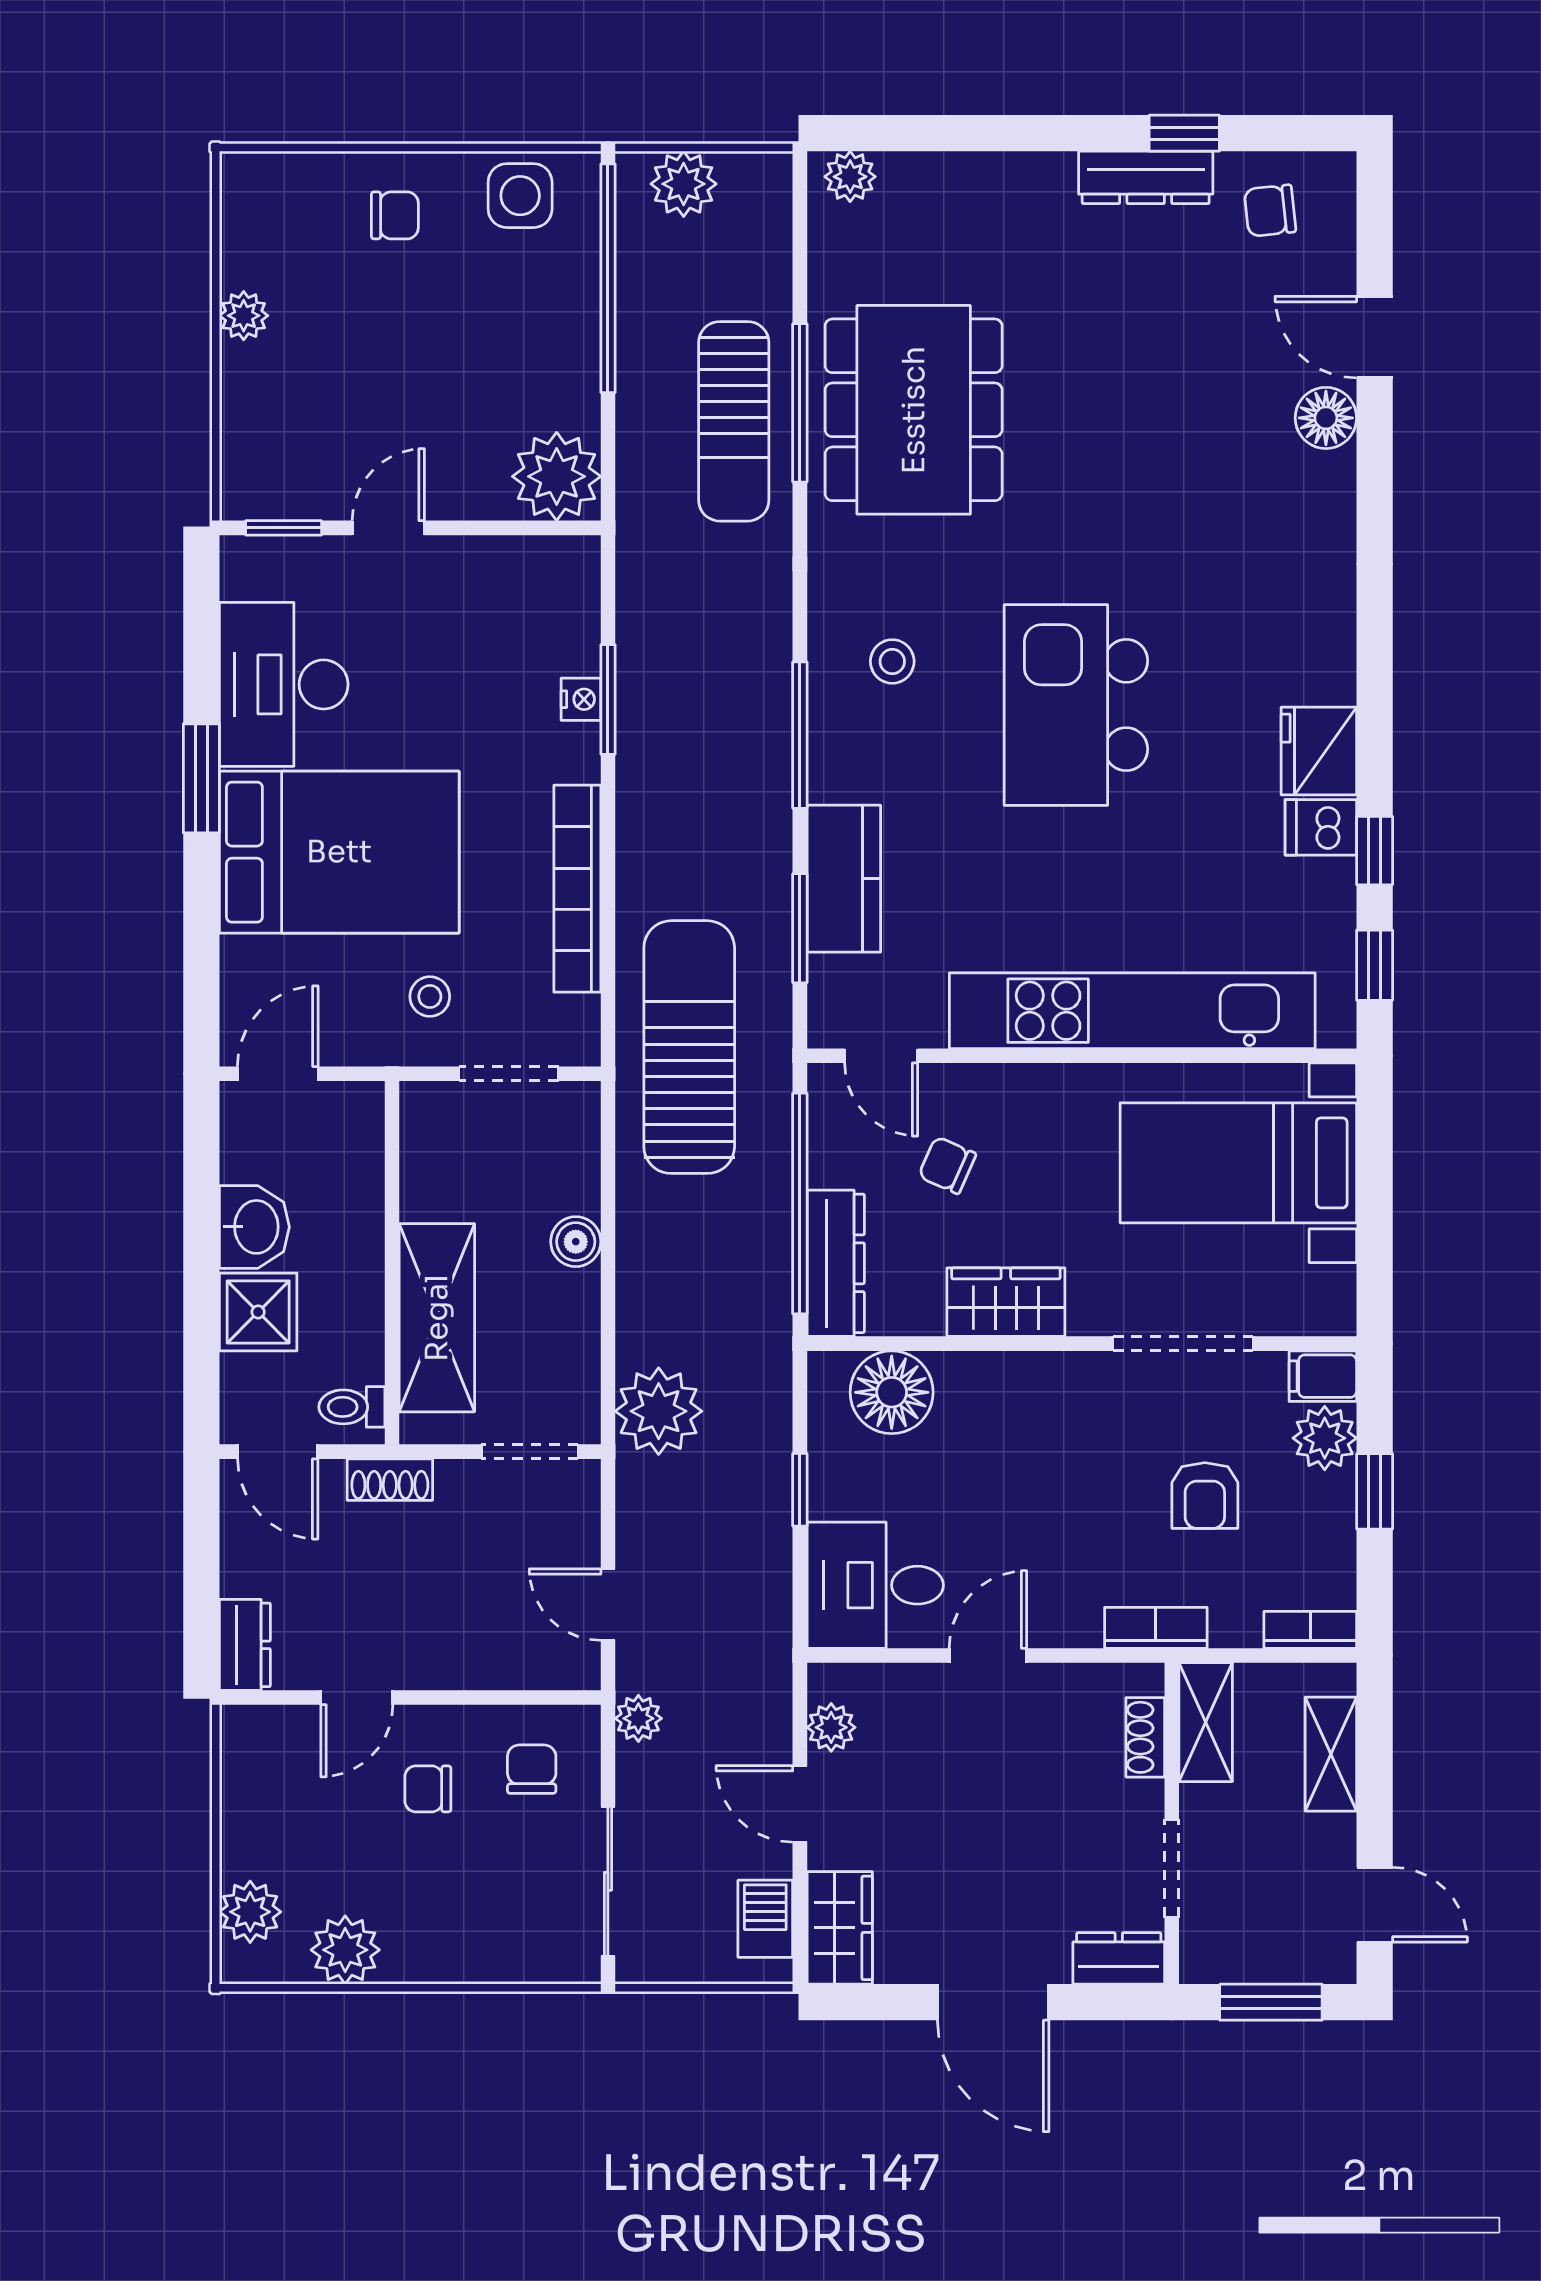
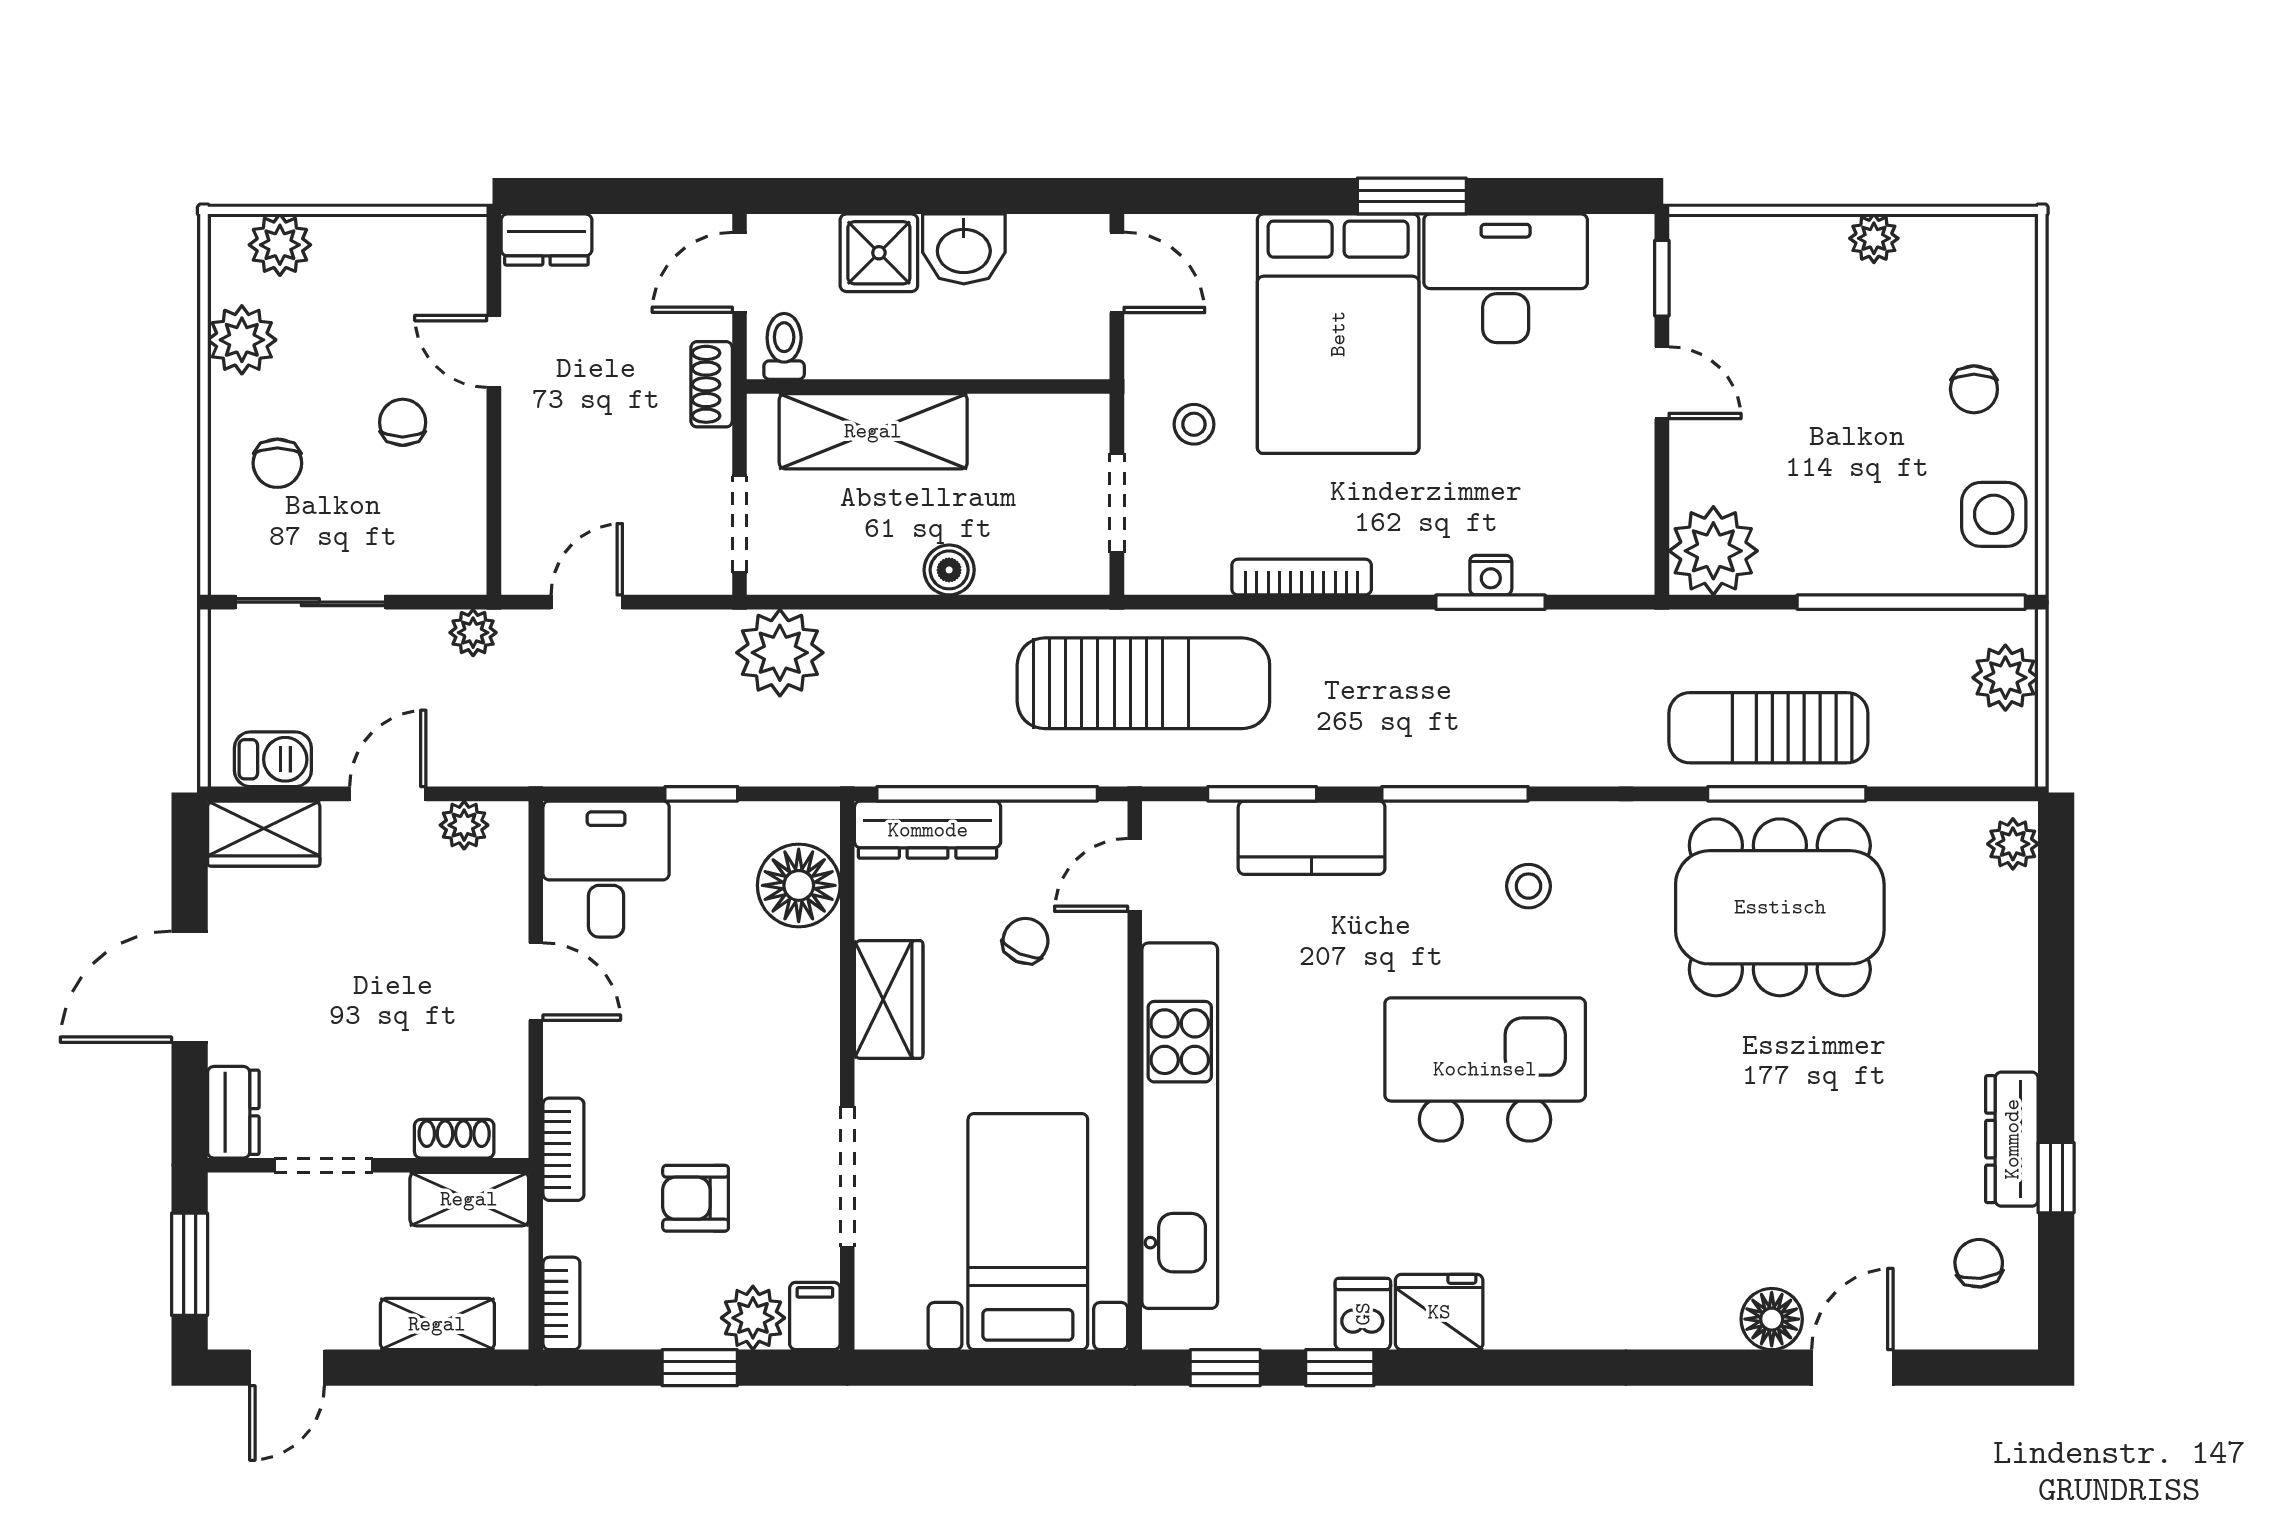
bookcase: (577, 889) -> (1302, 577), width x0.68, depth x0.76
chair: (532, 1769) -> (277, 463), moved, turned 90

